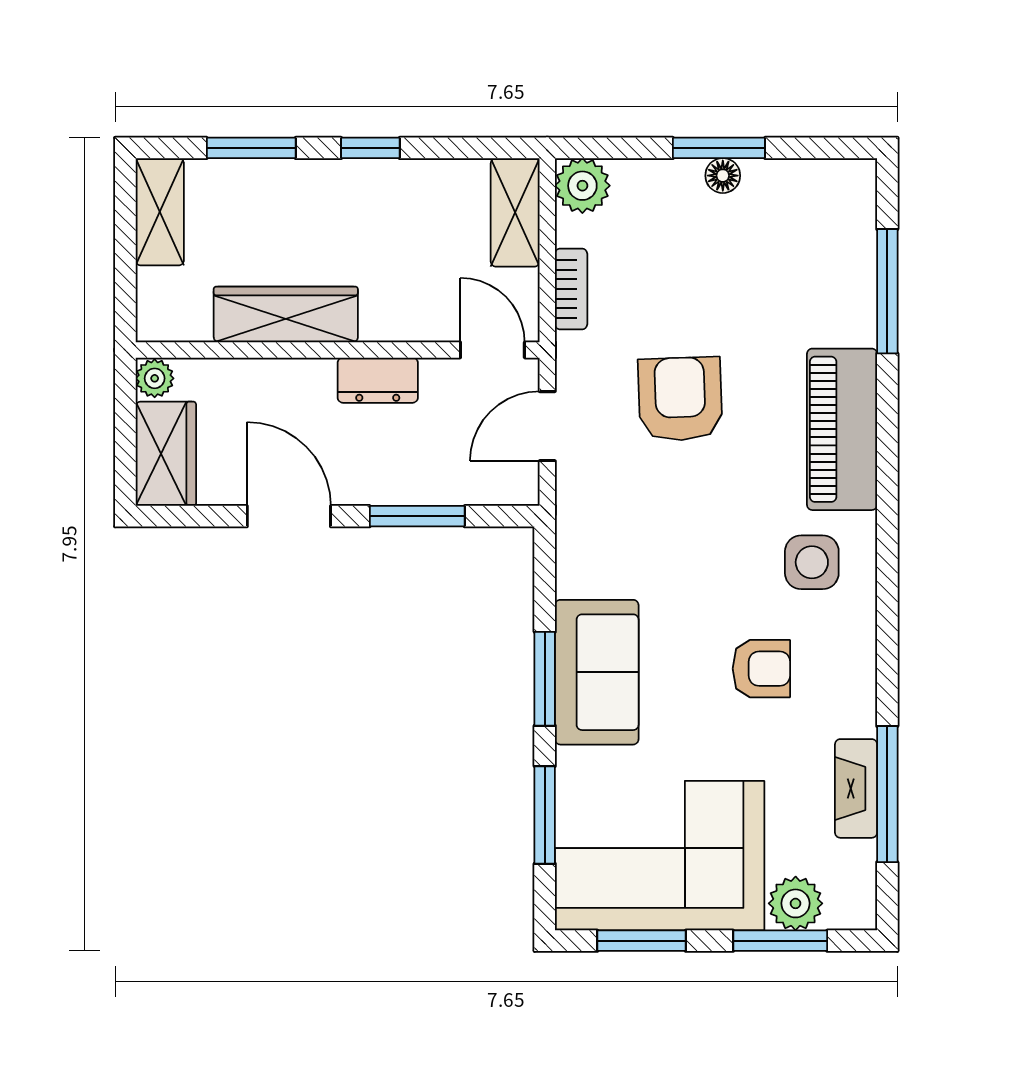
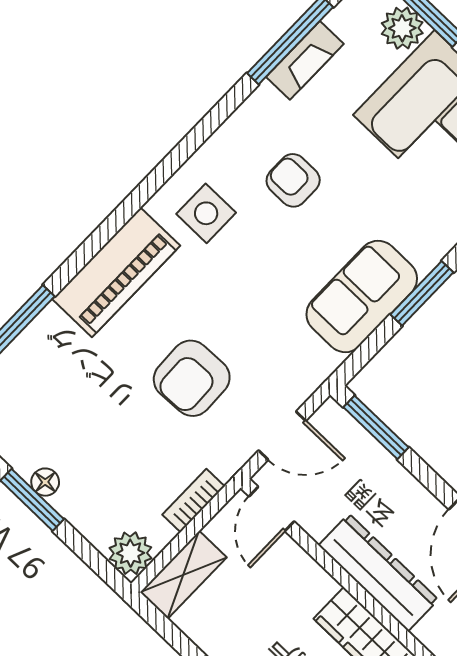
dresser: (378, 380) -> (378, 573), width x1.96, depth x1.24
window: (417, 516) -> (376, 427), moved
sofa: (597, 672) -> (362, 296), moved

